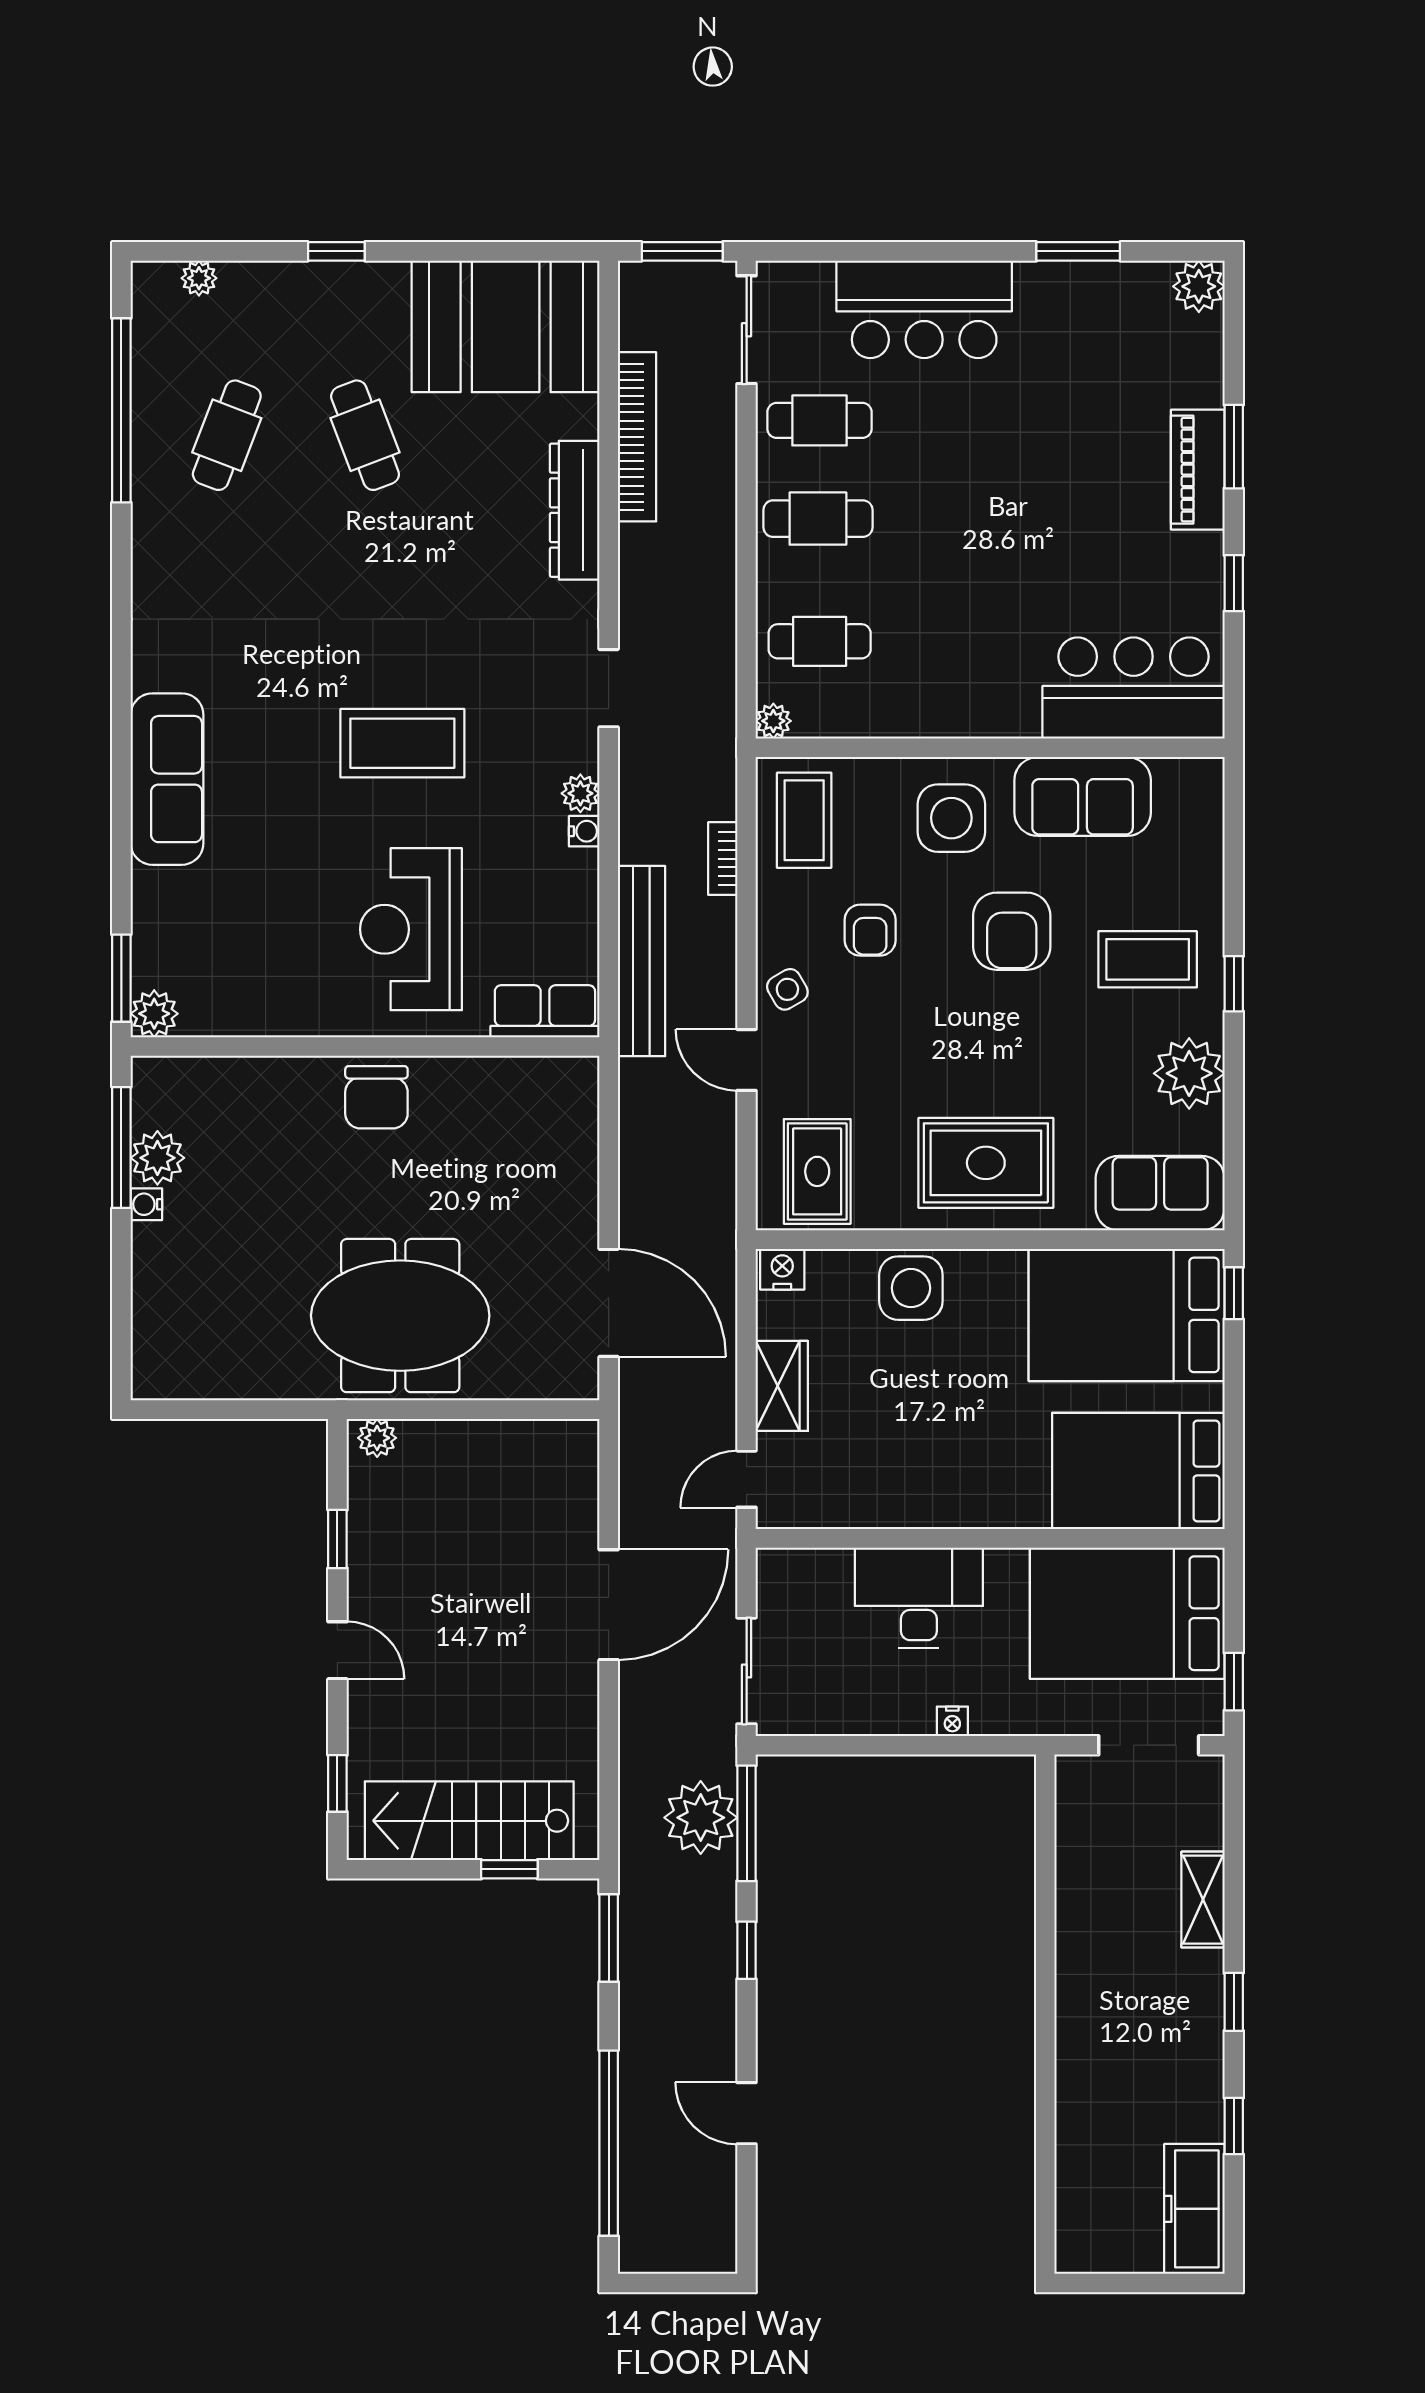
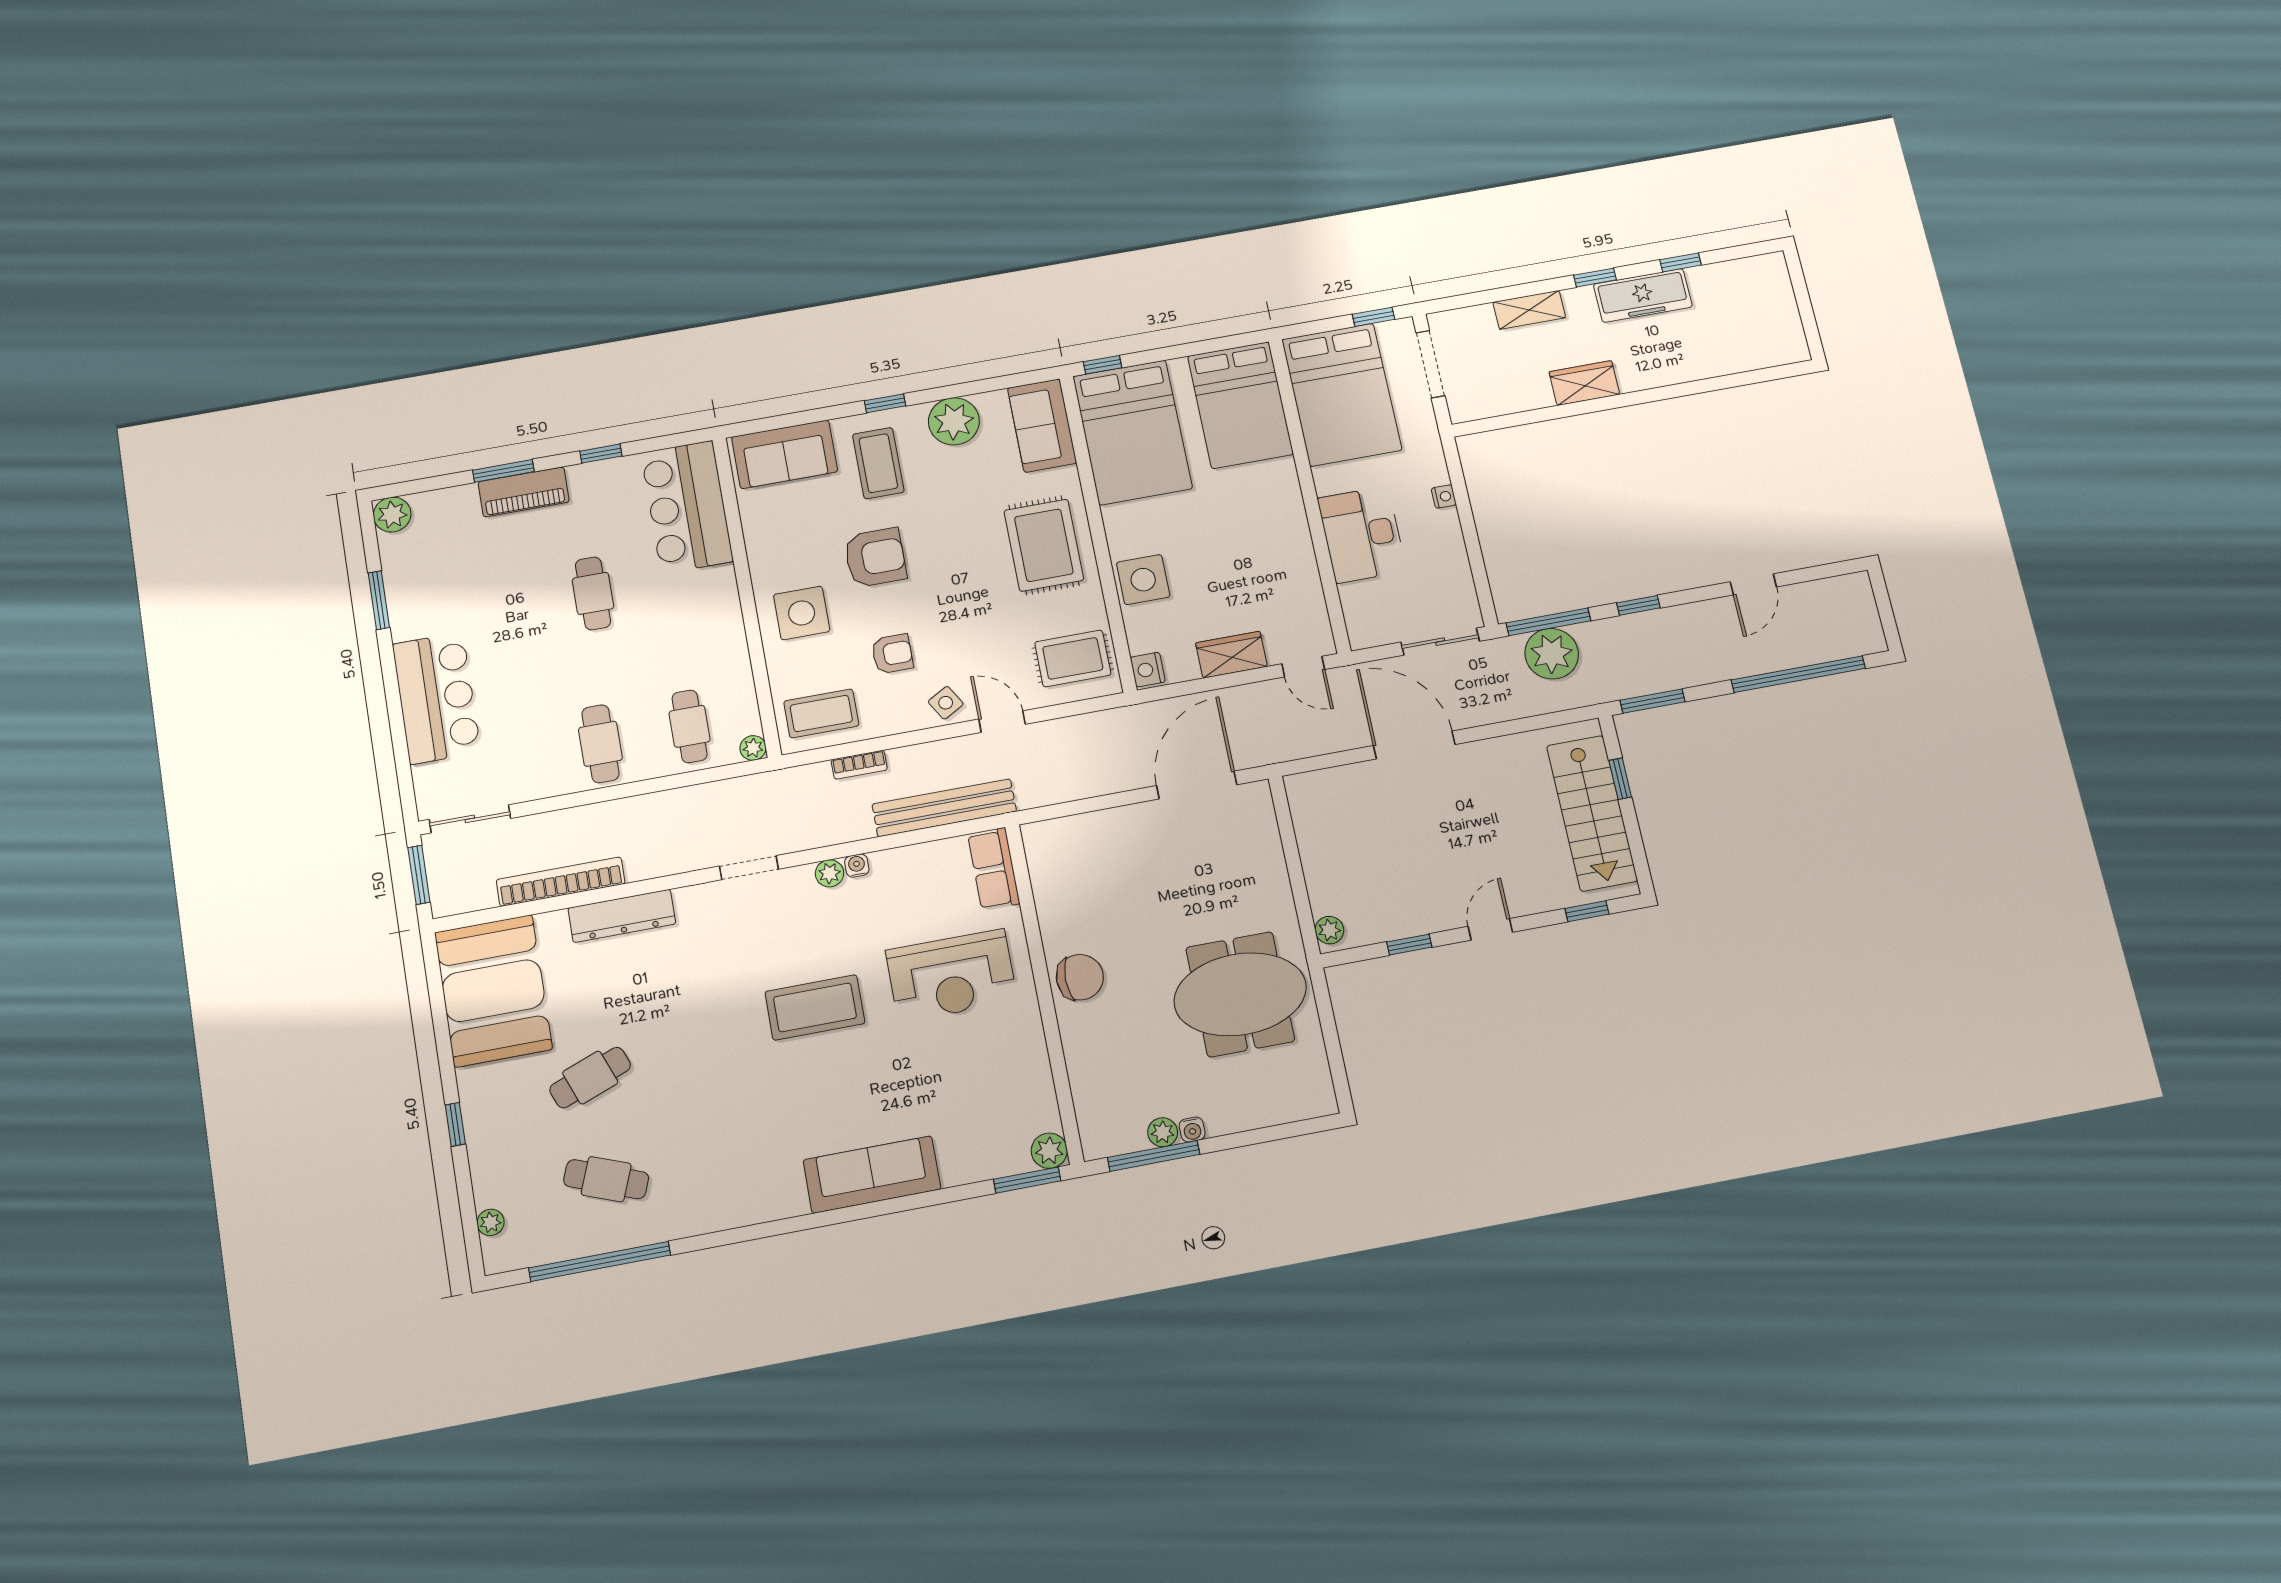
cafe table: (819, 420) -> (593, 593), moved
coffee table: (402, 743) -> (815, 1007), turned 90
sofa: (1083, 796) -> (785, 454), moved, turned 90
door: (747, 1060) -> (1002, 722), swing flipped
plant: (157, 1158) -> (1163, 1132), width x0.73, depth x0.73
meeting table: (400, 1316) -> (1240, 994), moved, turned 90
wardrobe: (1081, 1951) -> (1584, 383), added
freezer: (1194, 2209) -> (1643, 296), moved

